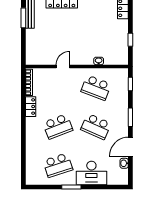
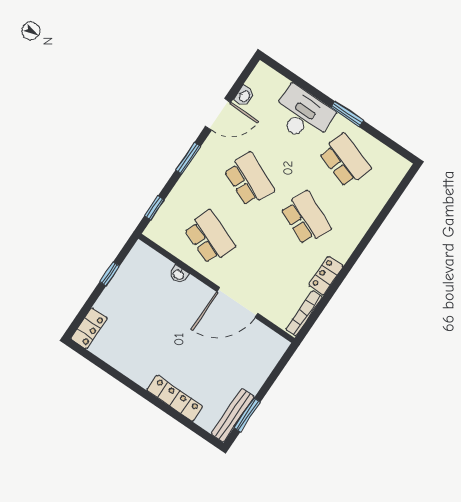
door: (63, 66) -> (237, 302), width x1.88
school desk: (58, 126) -> (306, 218), turned 45
school desk: (58, 165) -> (345, 160), turned 36

